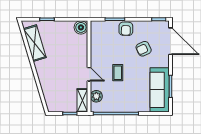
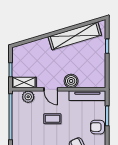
boiler: (81, 27) -> (71, 81), moved
tv unit: (95, 39) -> (87, 96), added
shelving: (35, 43) -> (75, 36), width x1.47
door: (89, 74) -> (51, 89), hinge flipped

